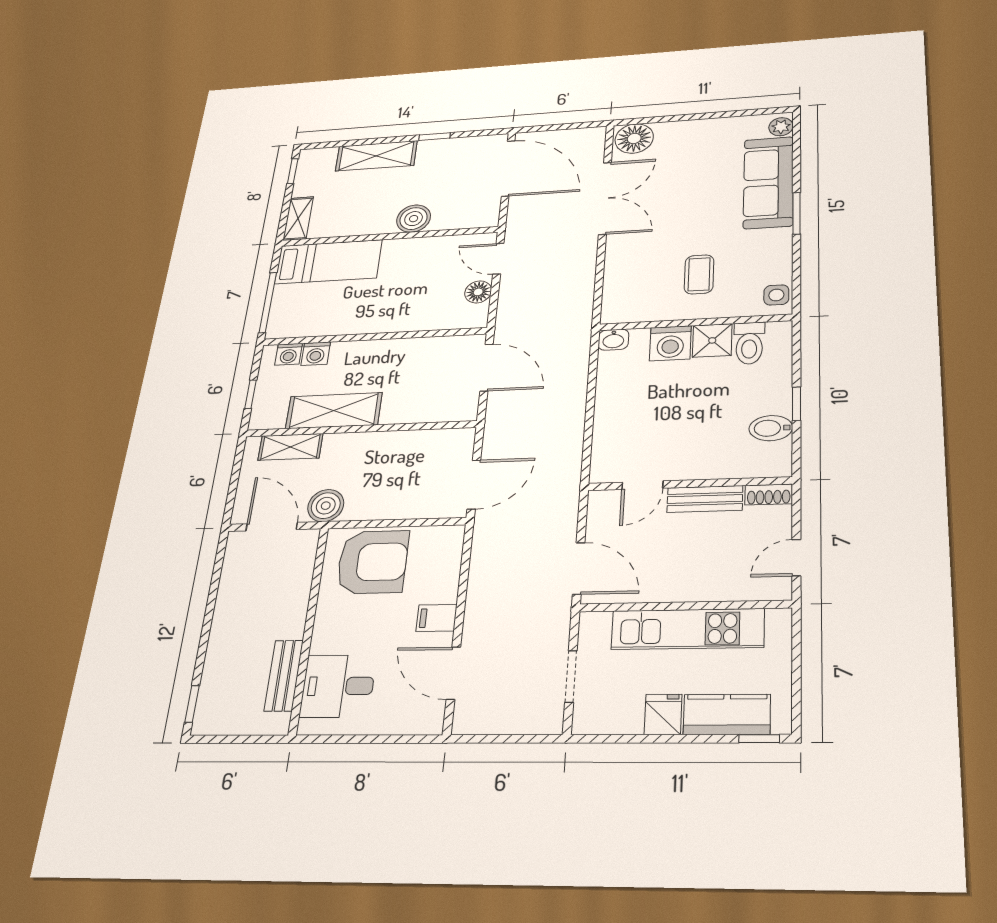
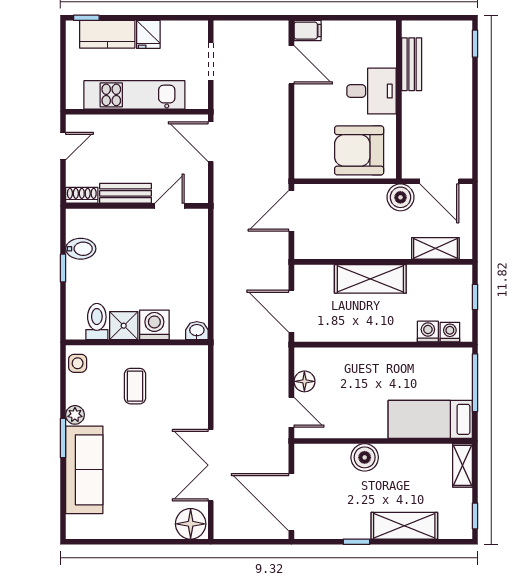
plant: (781, 127) -> (75, 415), moved
shelving: (334, 411) -> (370, 279), moved
filing cabinet: (437, 618) -> (308, 31), moved
desk: (338, 686) -> (371, 91), moved

